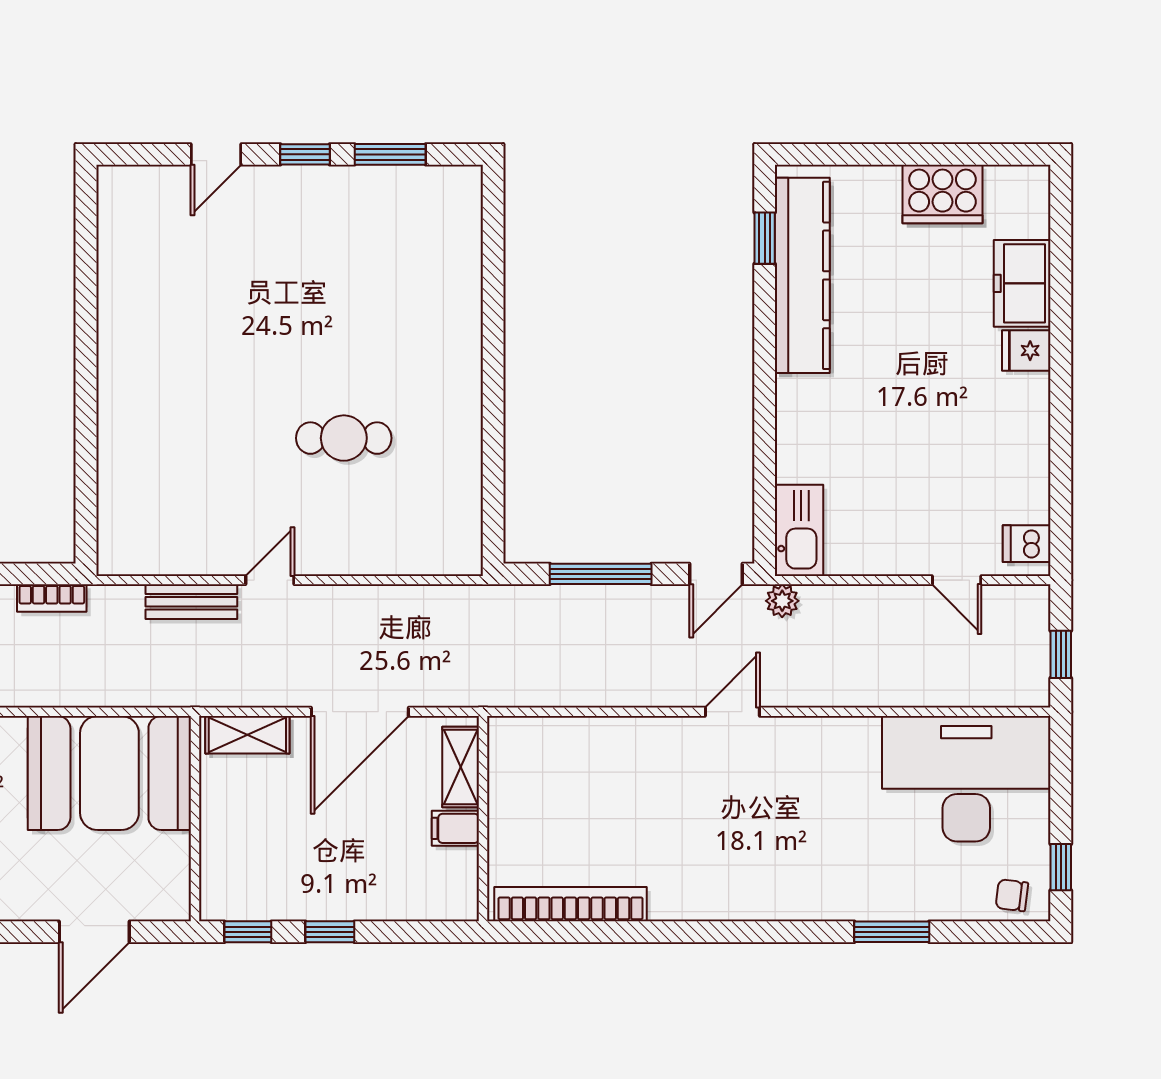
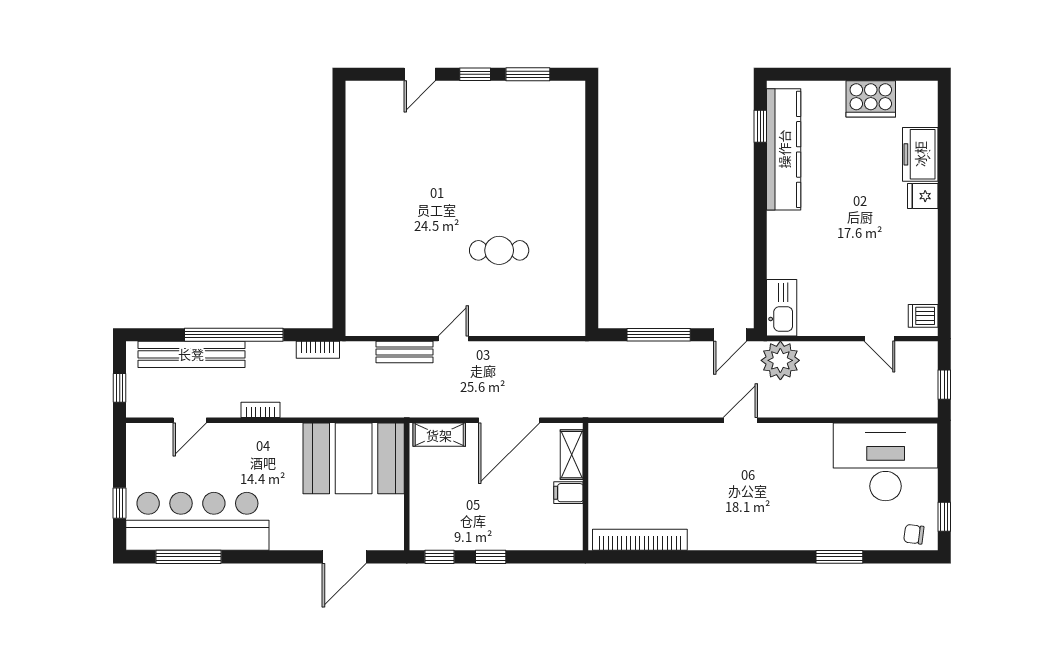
plant: (782, 601) -> (780, 360), width x1.88, depth x1.88

